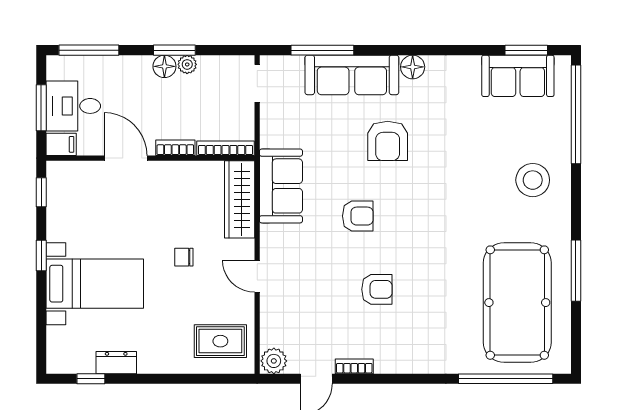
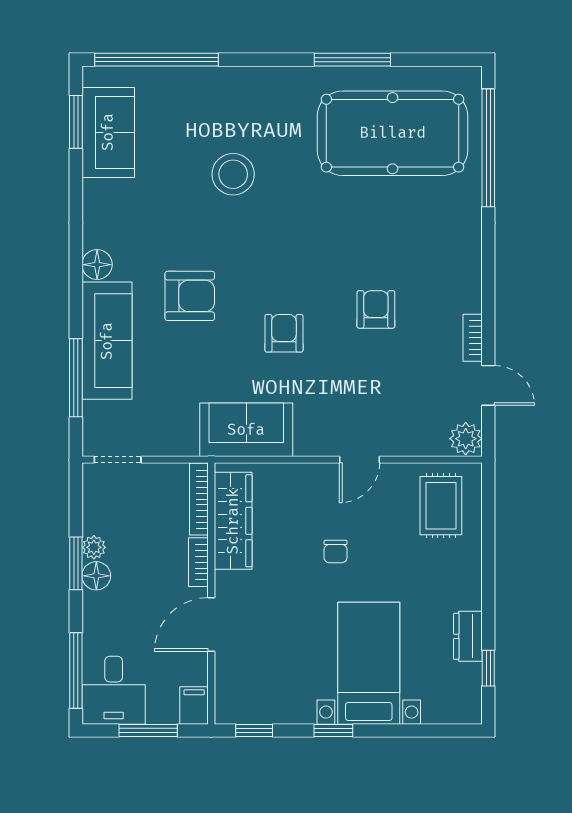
desk: (73, 106) -> (114, 690), moved
stool: (533, 180) -> (233, 174), moved
wardrobe: (240, 199) -> (233, 521), moved, turned -90

